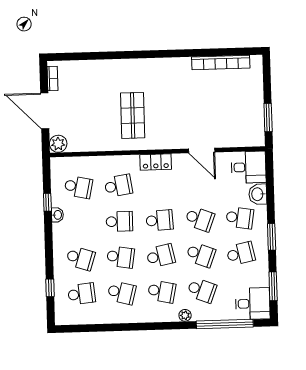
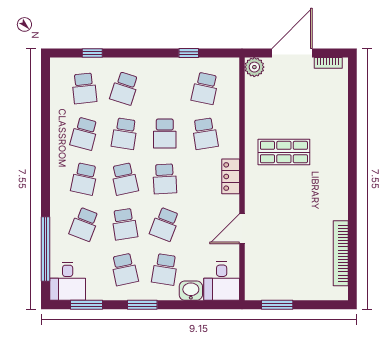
washbasin: (57, 215) -> (174, 64), removed
school desk: (201, 255) -> (125, 224), turned -30
plant: (185, 315) -> (57, 204), removed

